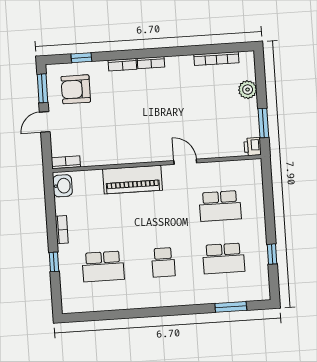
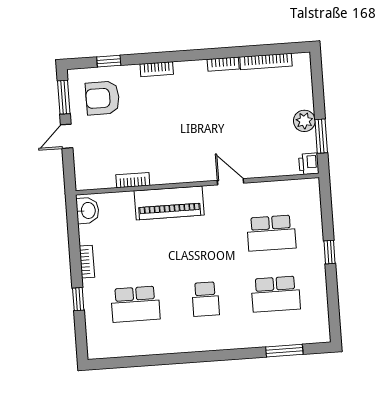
bookcase: (151, 63) -> (223, 64), moved
plant: (248, 90) -> (304, 121), moved
bookcase: (66, 162) -> (133, 180), moved
window: (272, 254) -> (330, 252), moved

